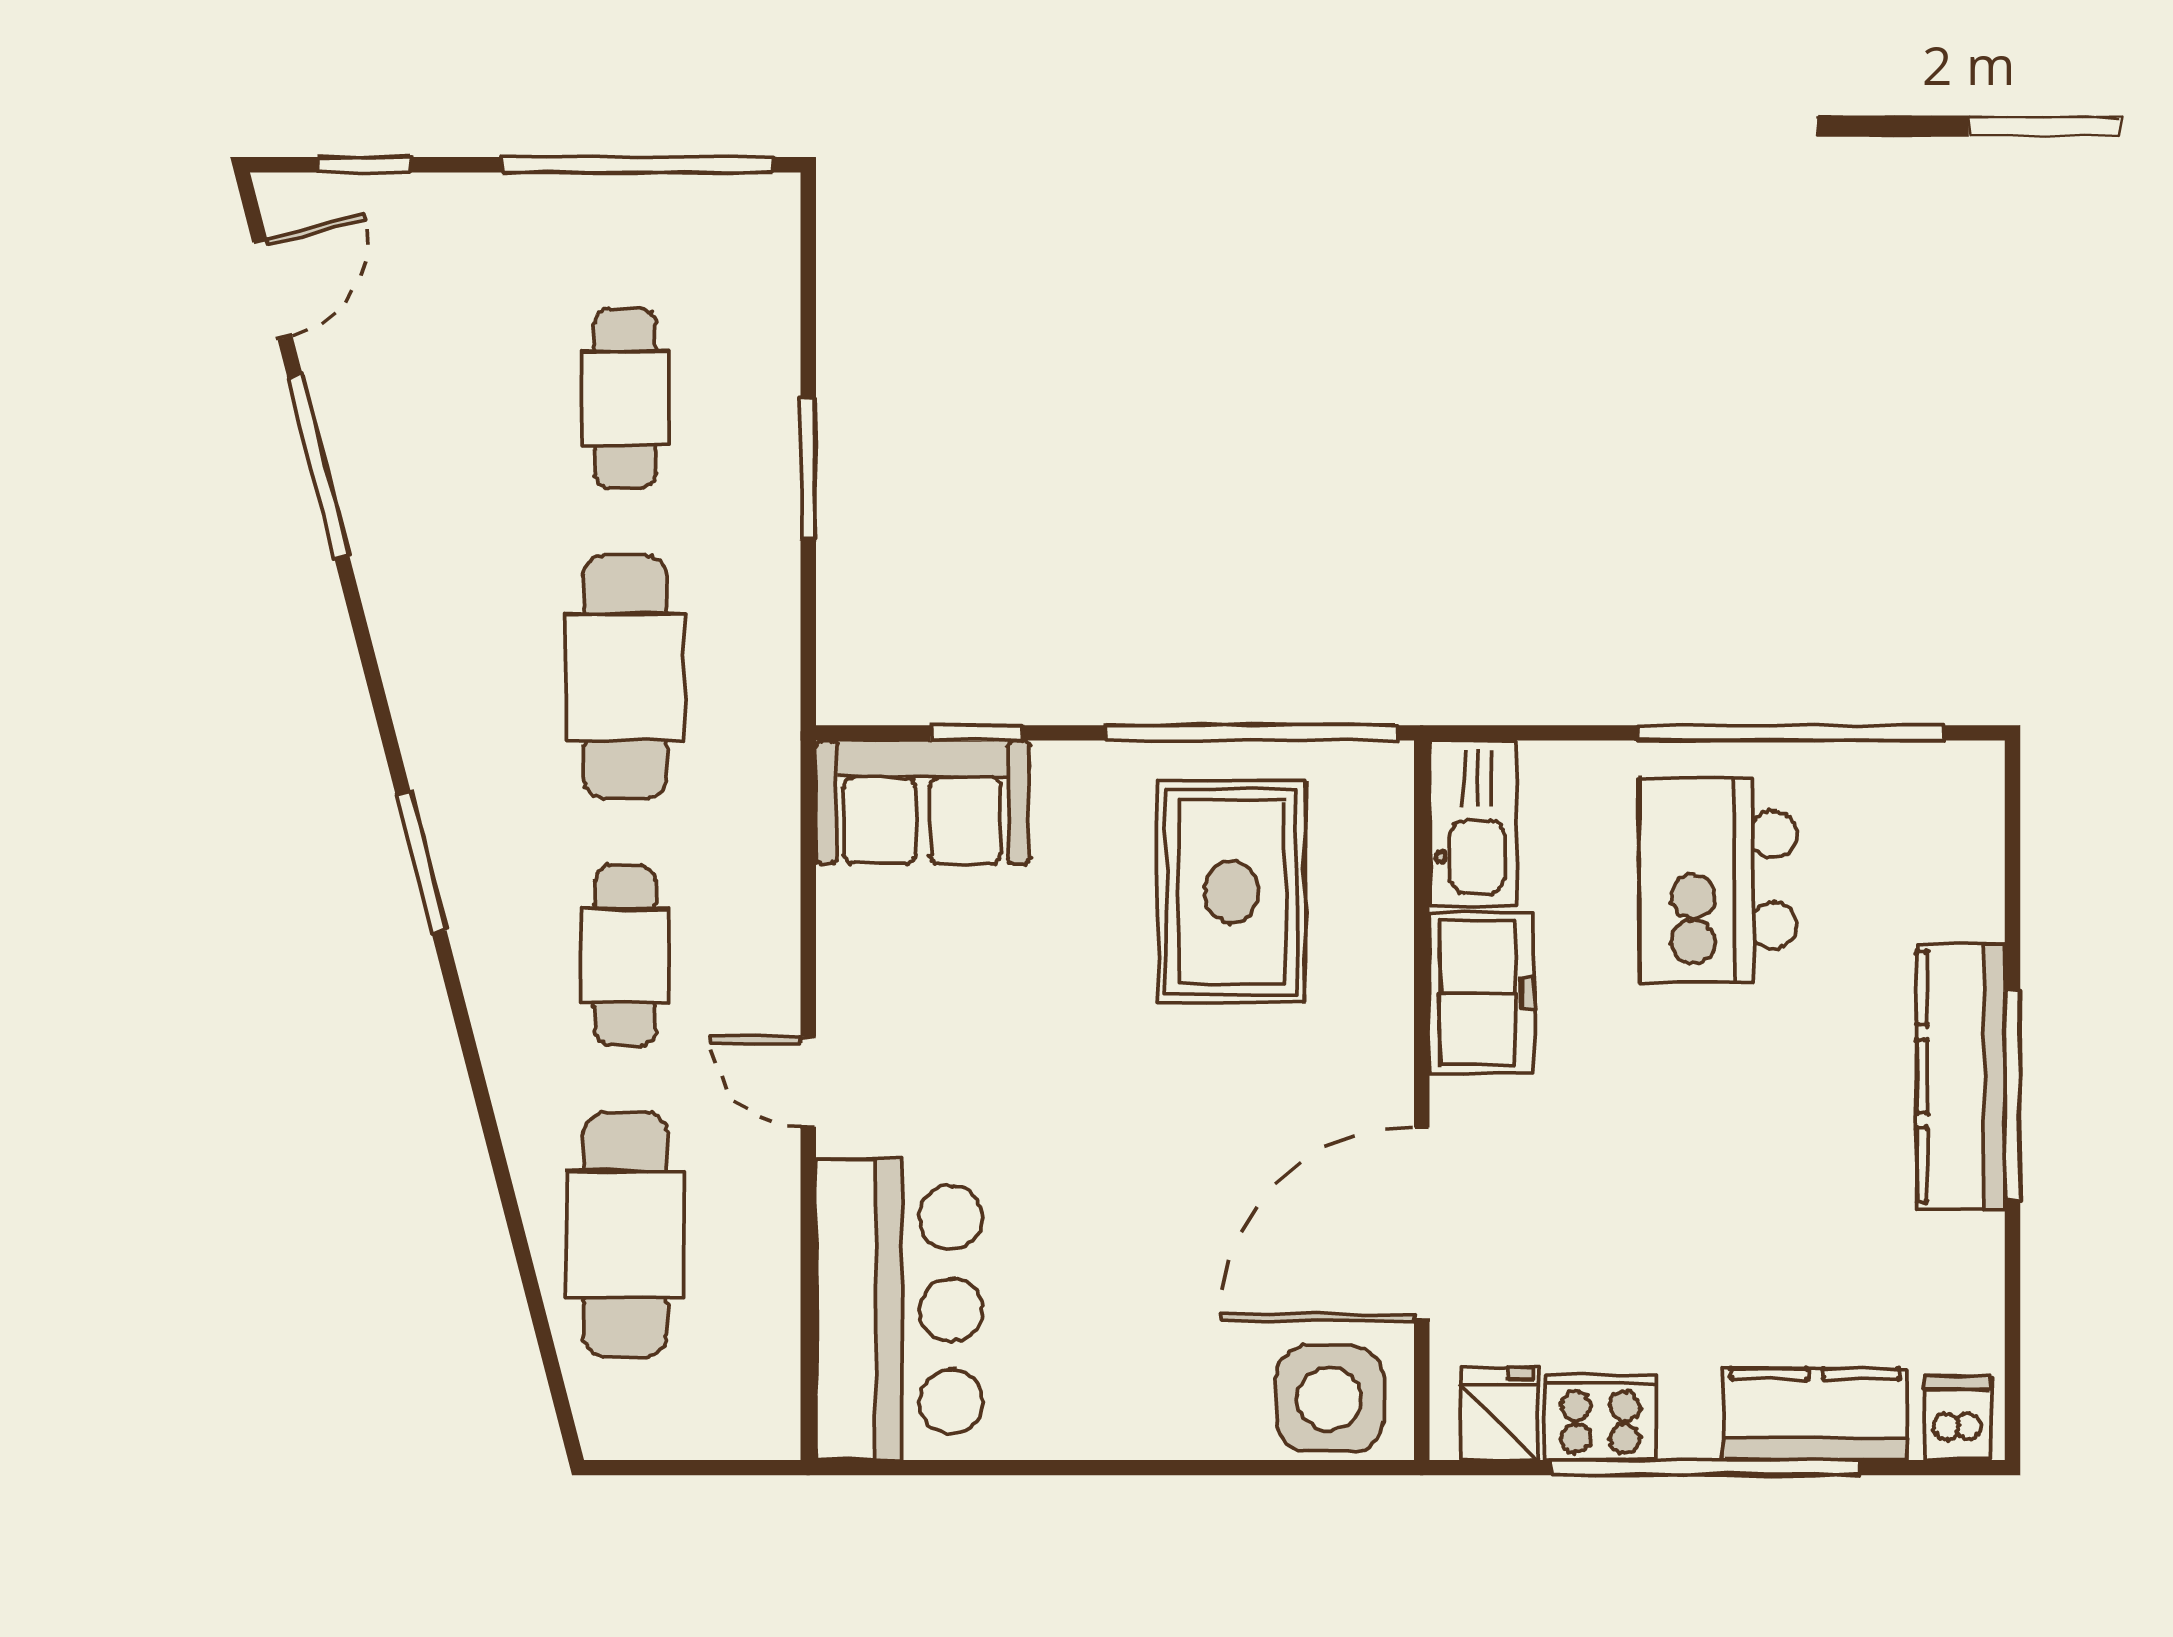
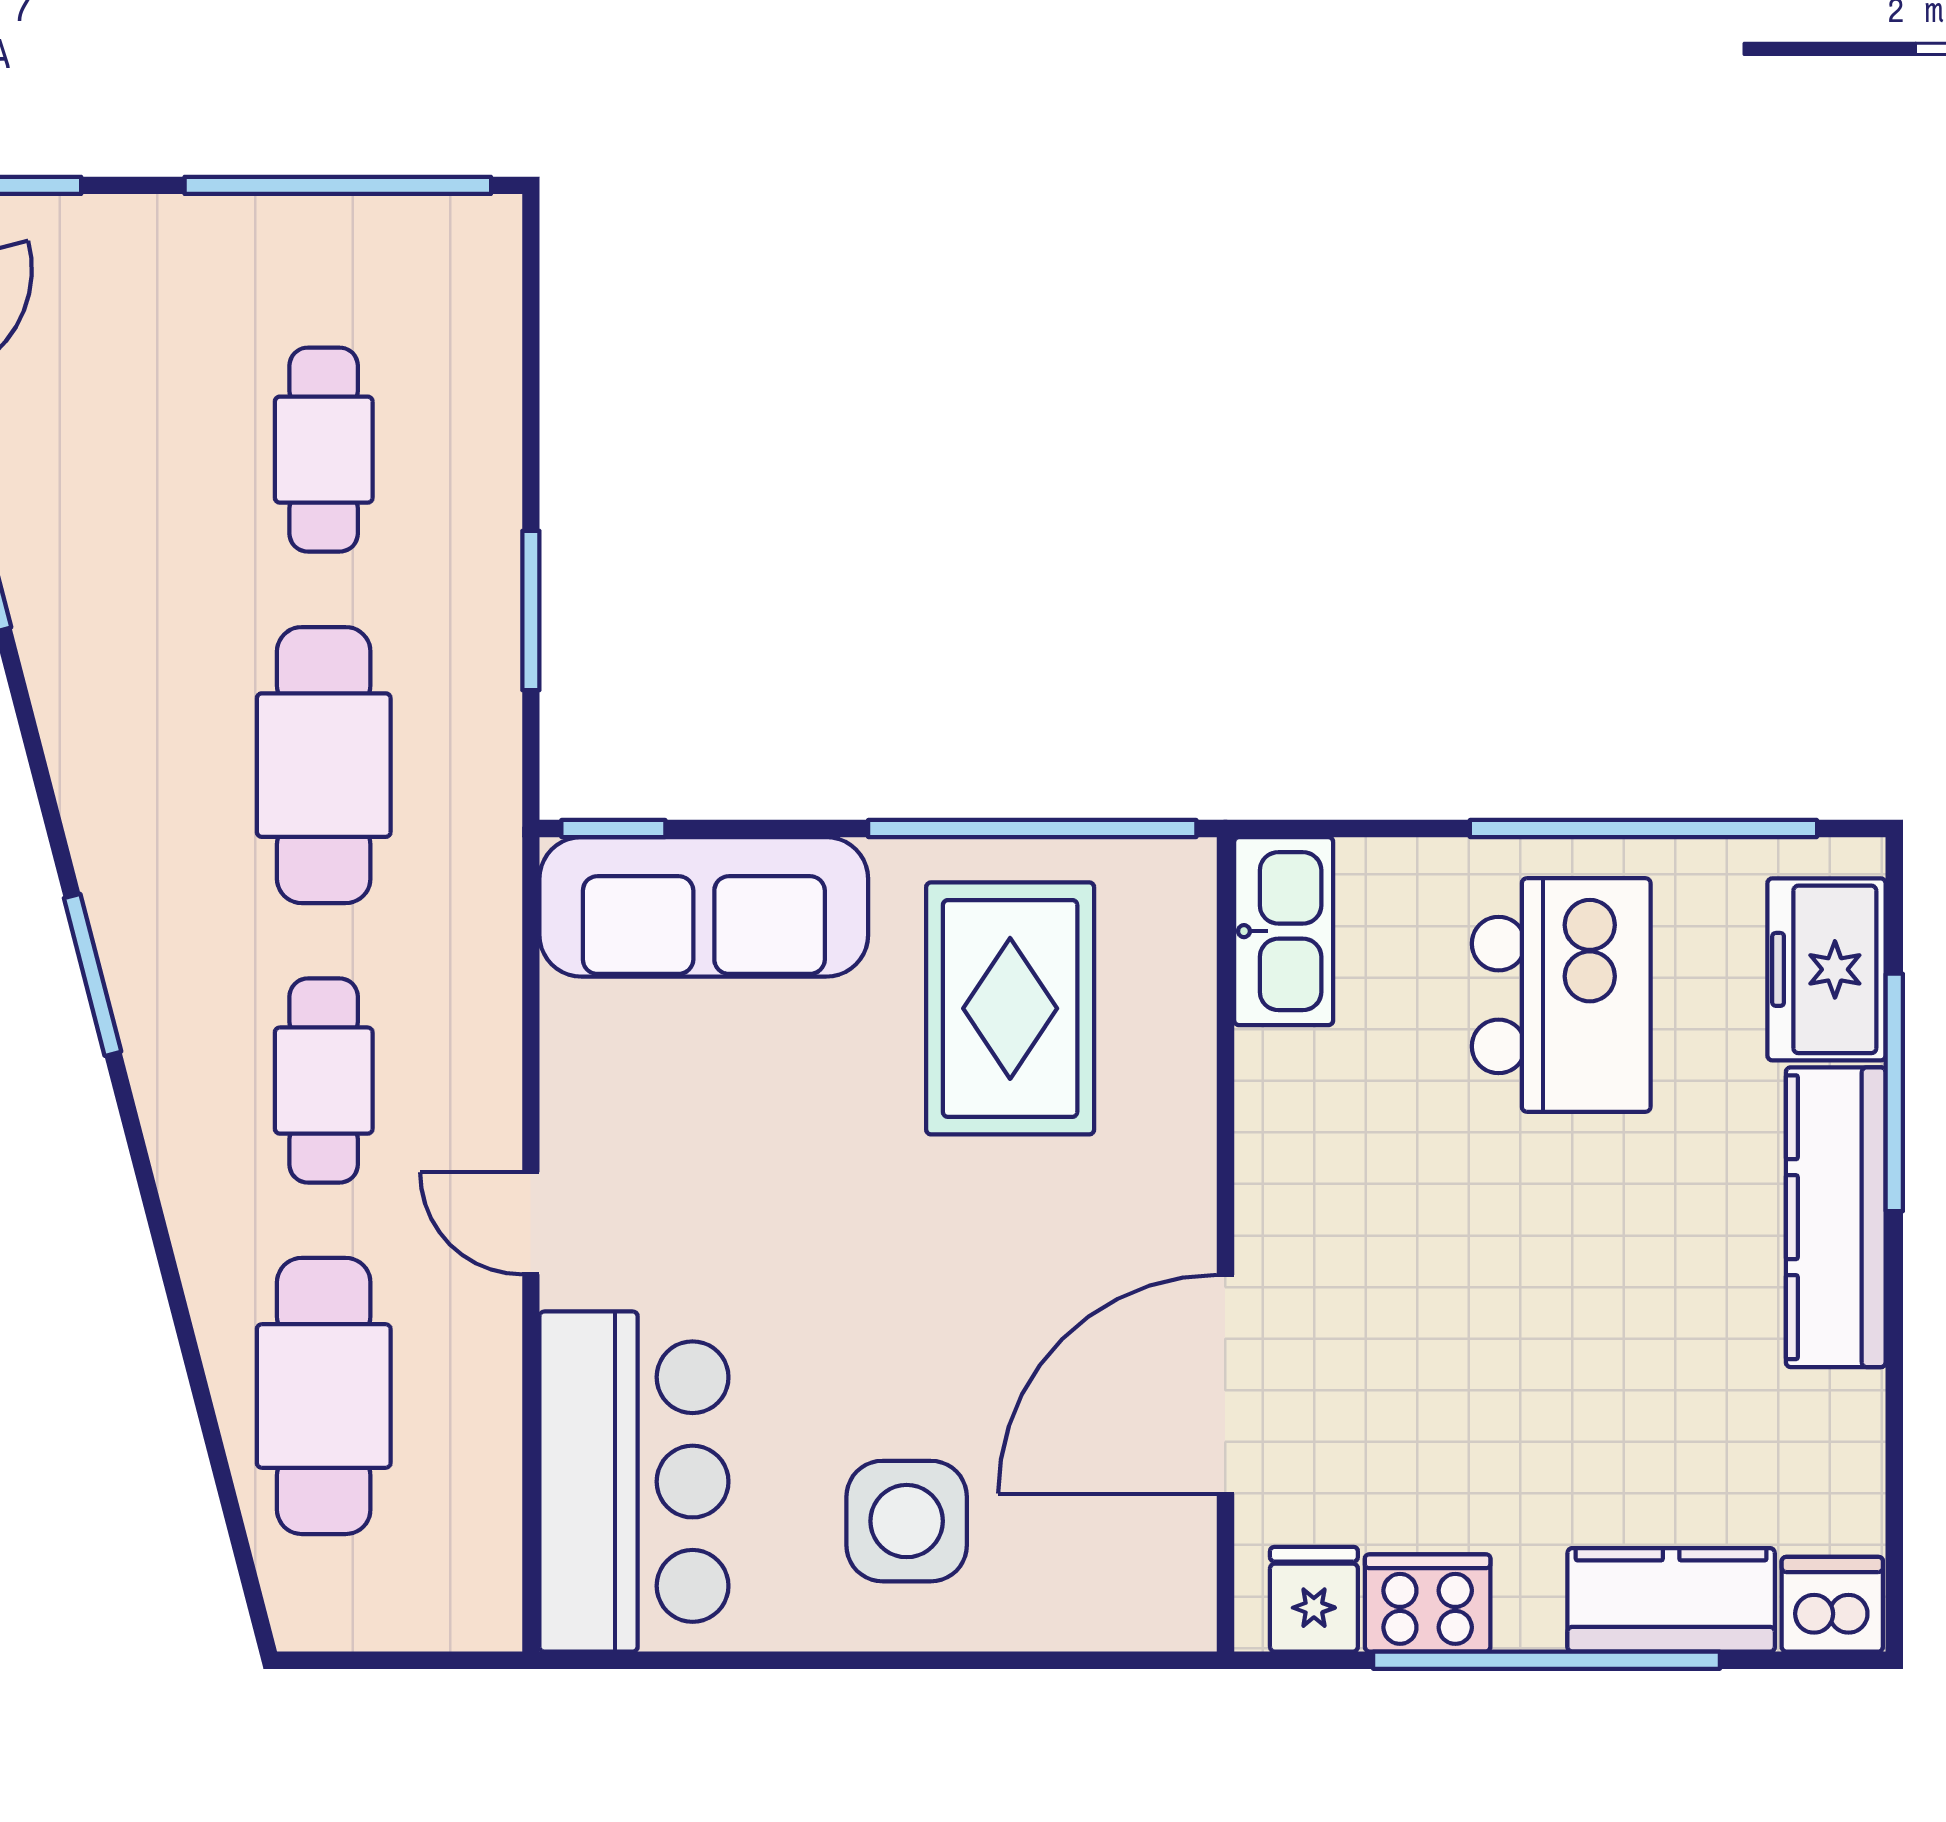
window: (808, 469) -> (531, 611), moved
window: (977, 733) -> (613, 828), moved
sofa: (922, 802) -> (704, 907), width x1.36
kitchen island: (1718, 880) -> (1561, 995), turned 180
freezer: (1482, 993) -> (1827, 969), moved, turned 180
window: (2012, 1095) -> (1894, 1092), moved
side table: (1329, 1399) -> (907, 1521), moved
dishwasher: (1958, 1418) -> (1832, 1604), width x1.38

